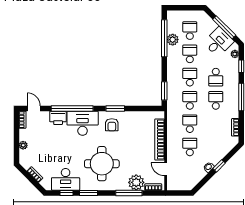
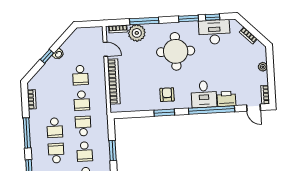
window: (164, 91) -> (113, 151), moved
school desk: (190, 100) -> (83, 126), turned 180
desk: (83, 123) -> (204, 94), width x0.73

